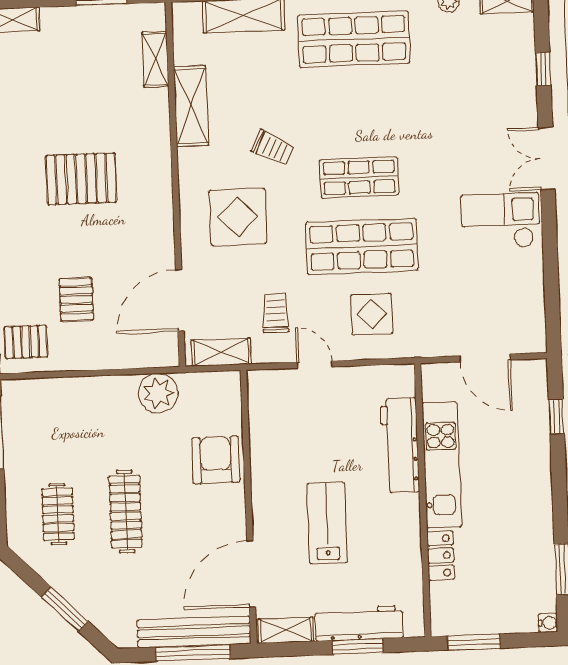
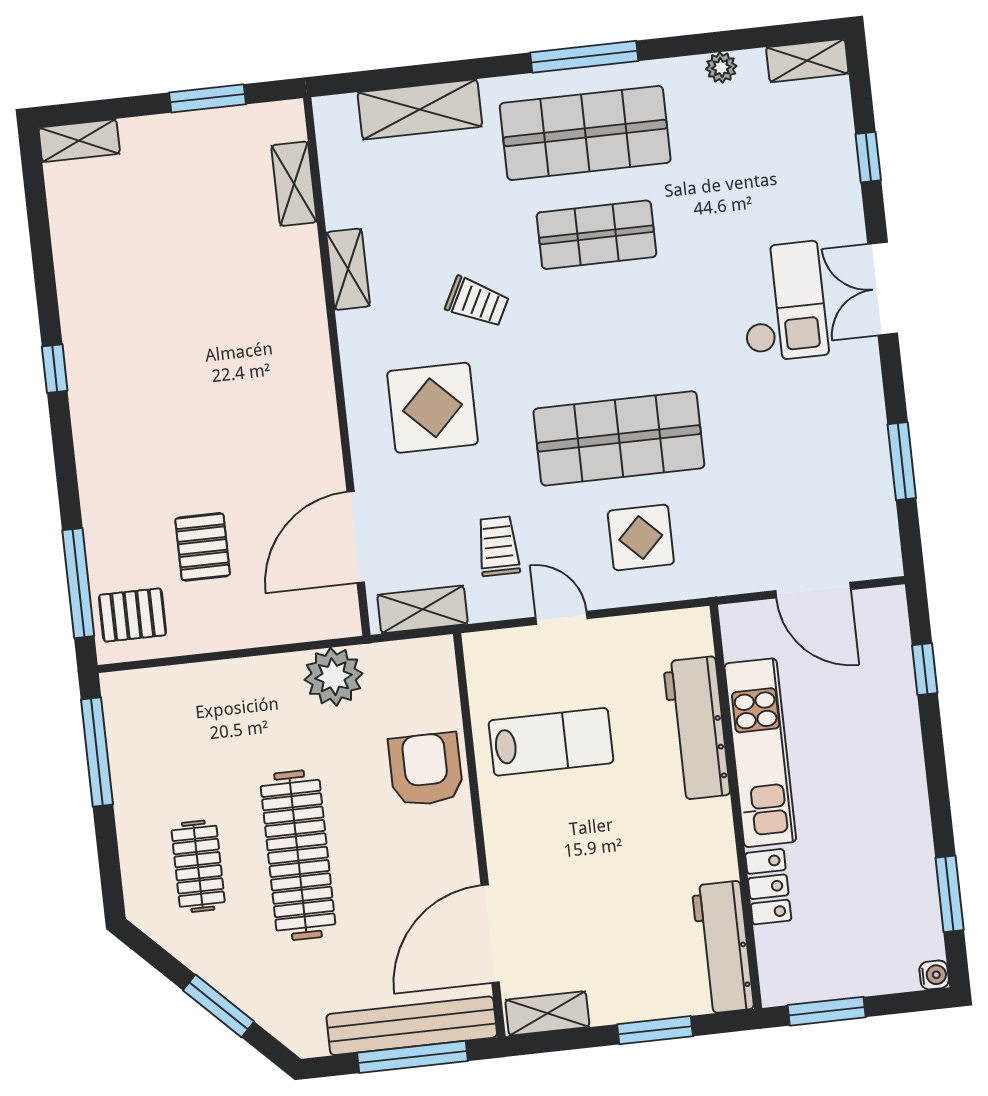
shelving: (191, 106) -> (348, 269), width x0.67, depth x0.75
shop shelf: (359, 177) -> (596, 235), moved
pallet: (81, 179) -> (197, 368), removed
checkout: (501, 221) -> (783, 302), moved, turned 90
window: (551, 275) -> (902, 461), added
clothes rail: (126, 512) -> (298, 855), width x1.37, depth x1.31
lab bench: (327, 523) -> (551, 742), moved, turned 90
workbench: (359, 623) -> (723, 947), moved, turned -90

